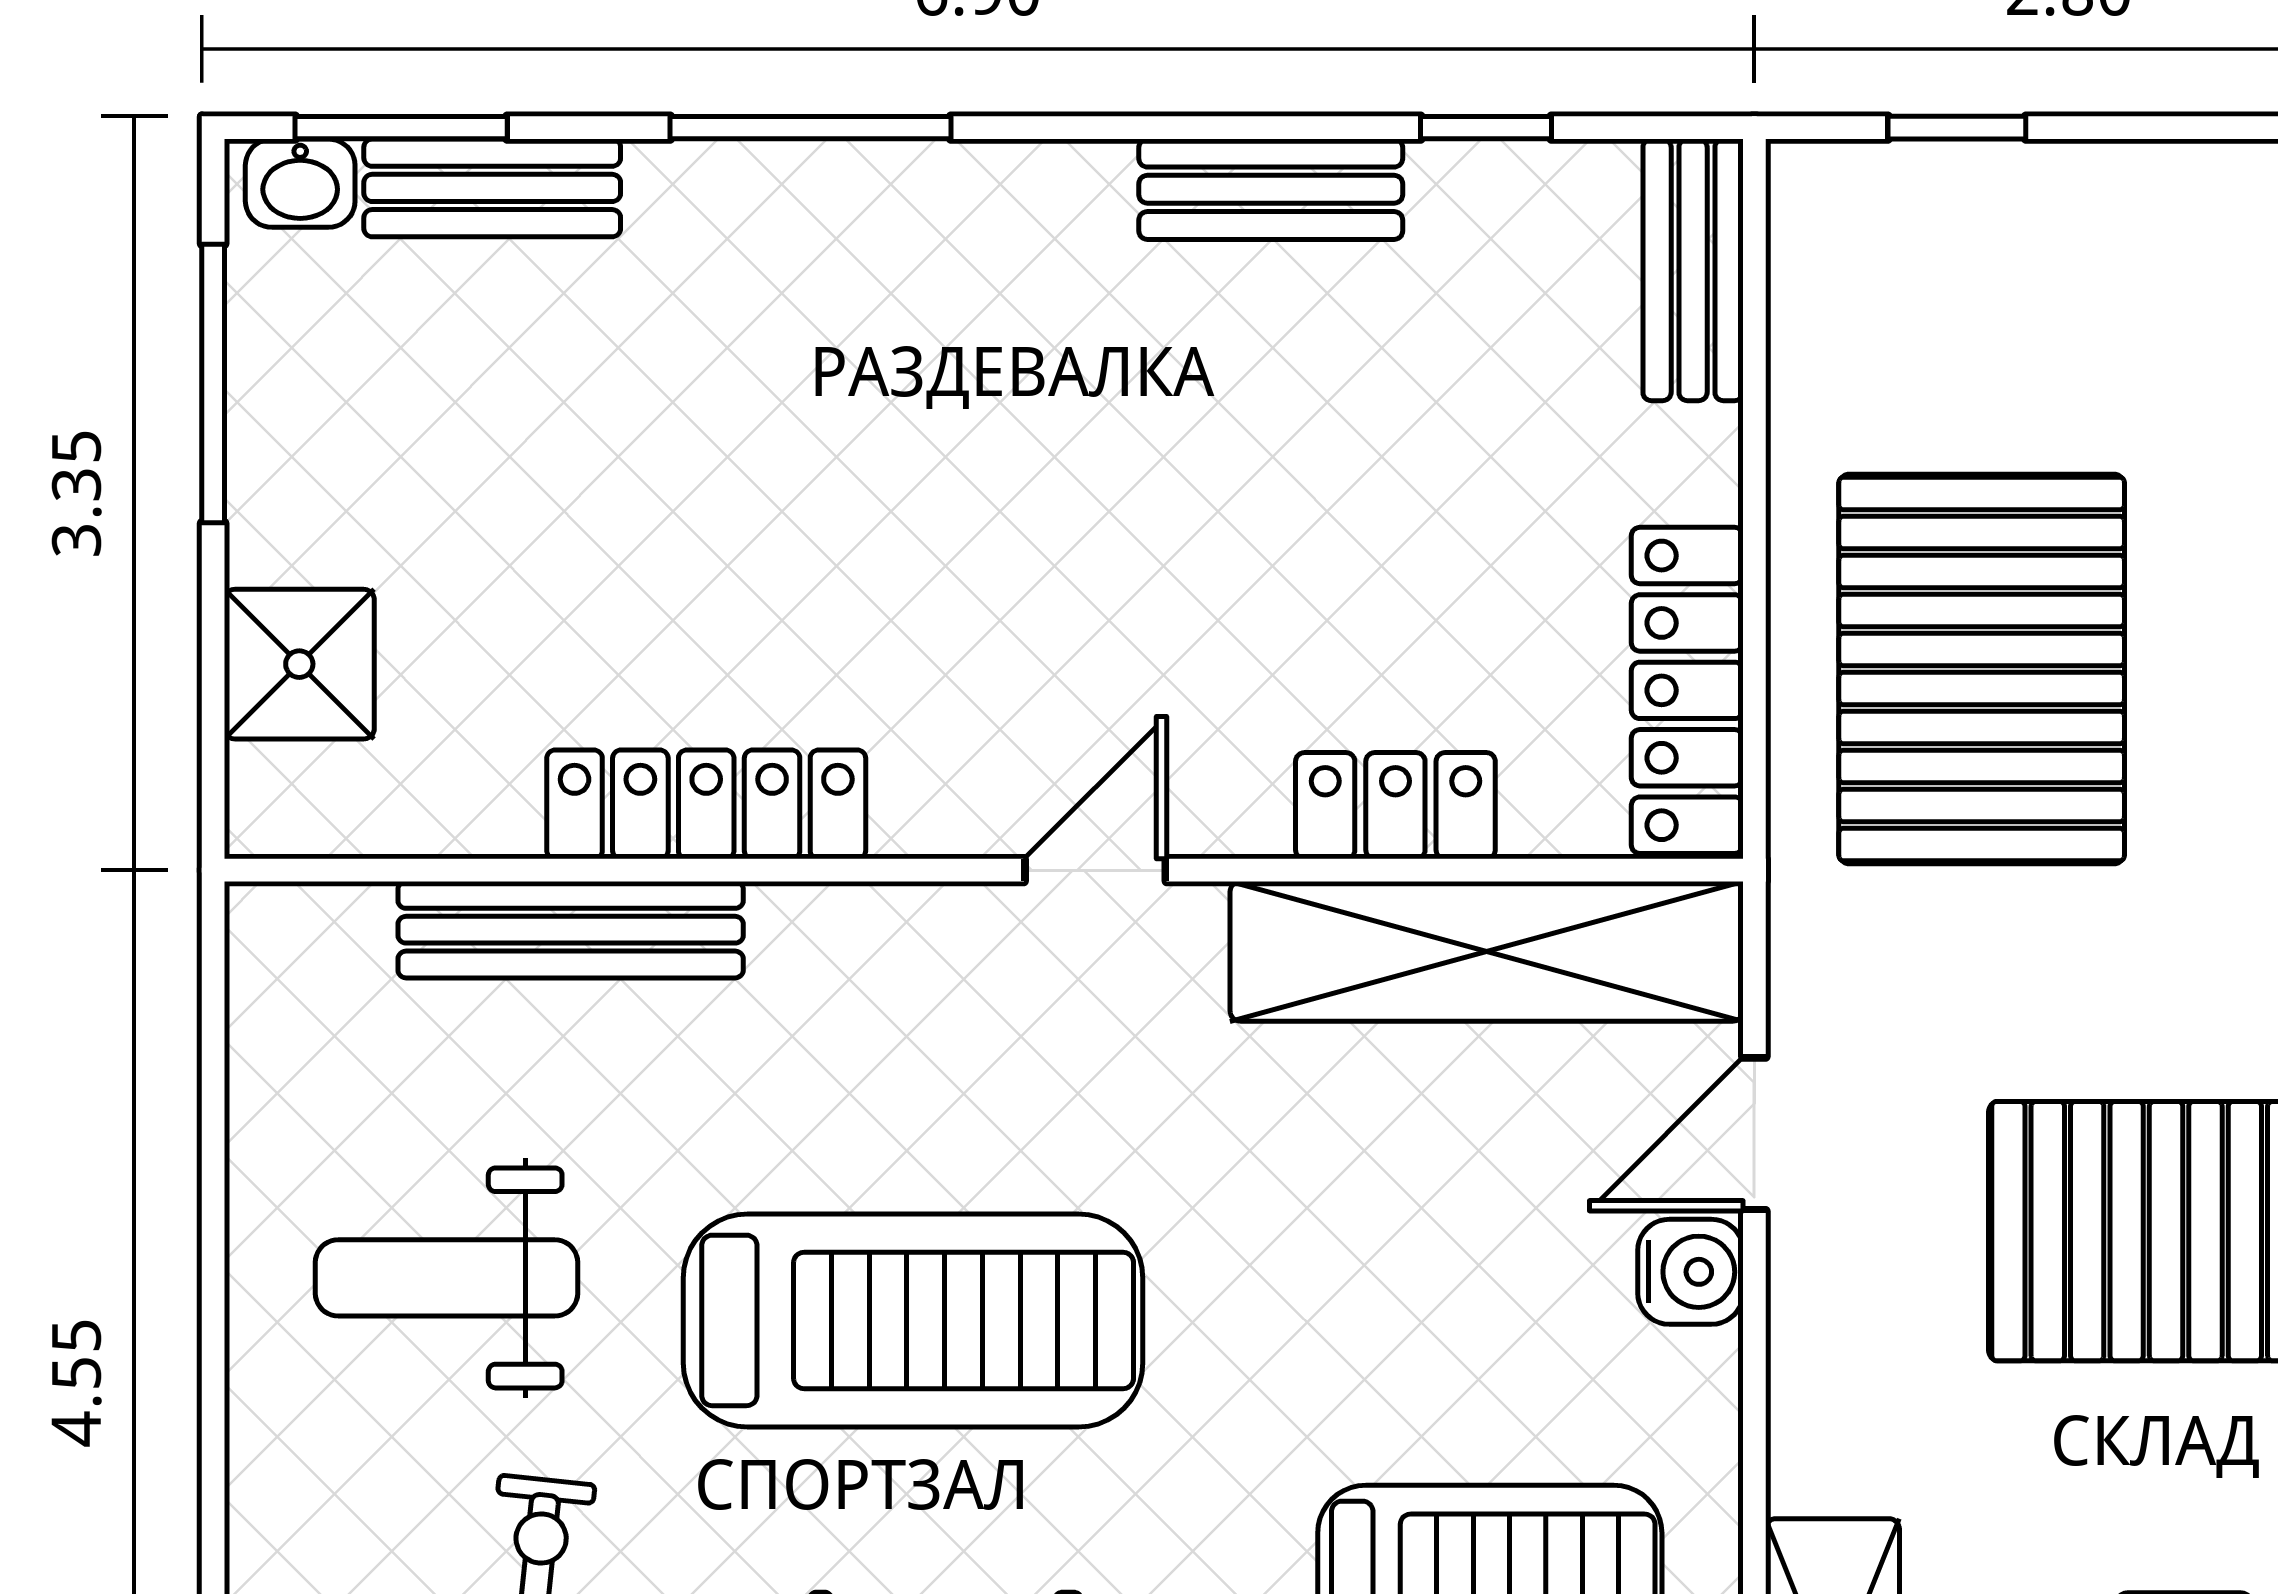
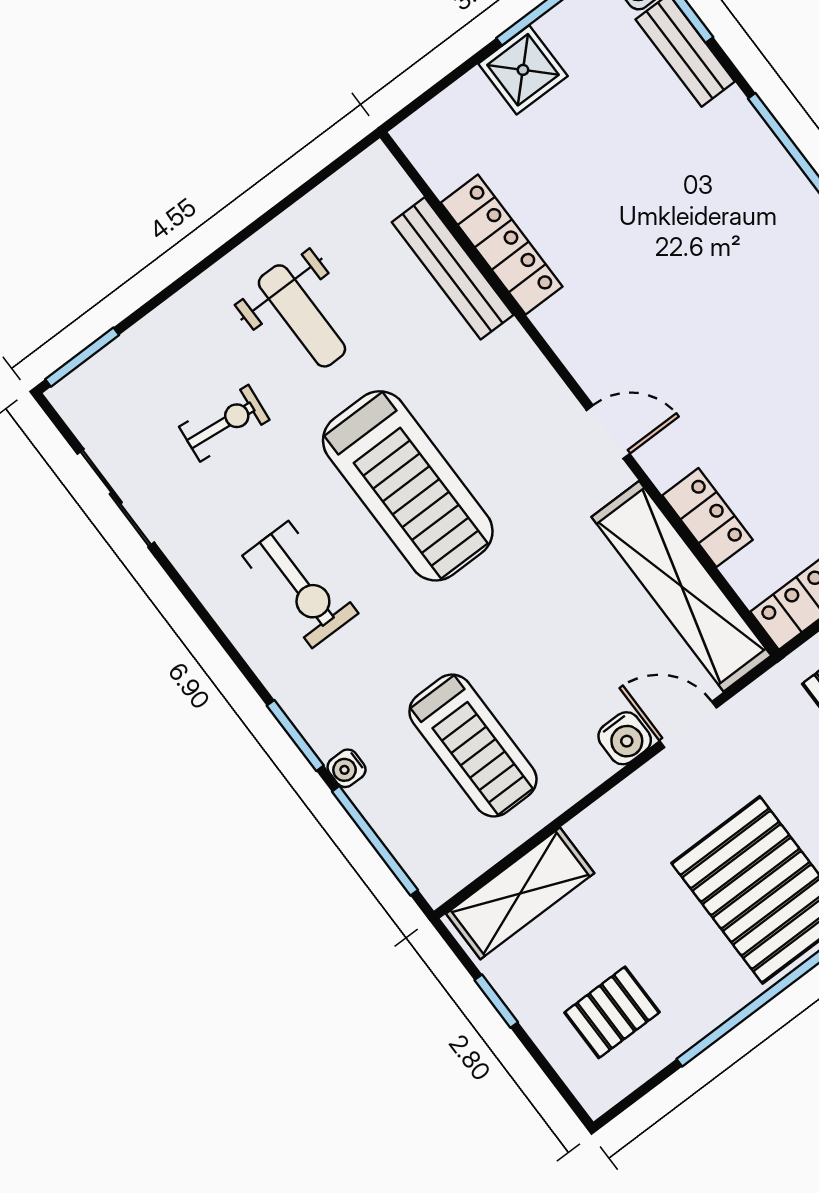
shower: (299, 664) -> (523, 70), moved
locker: (706, 804) -> (502, 245), moved
weight bench: (447, 1278) -> (302, 316), turned 180

